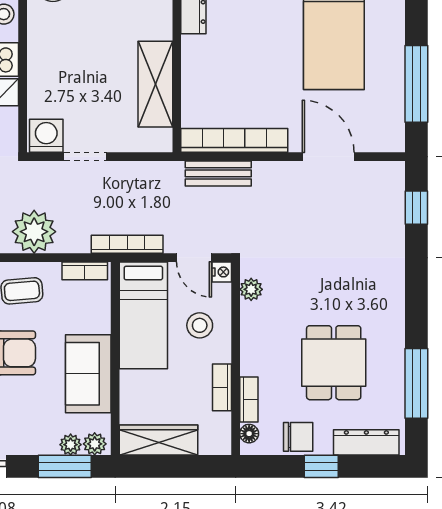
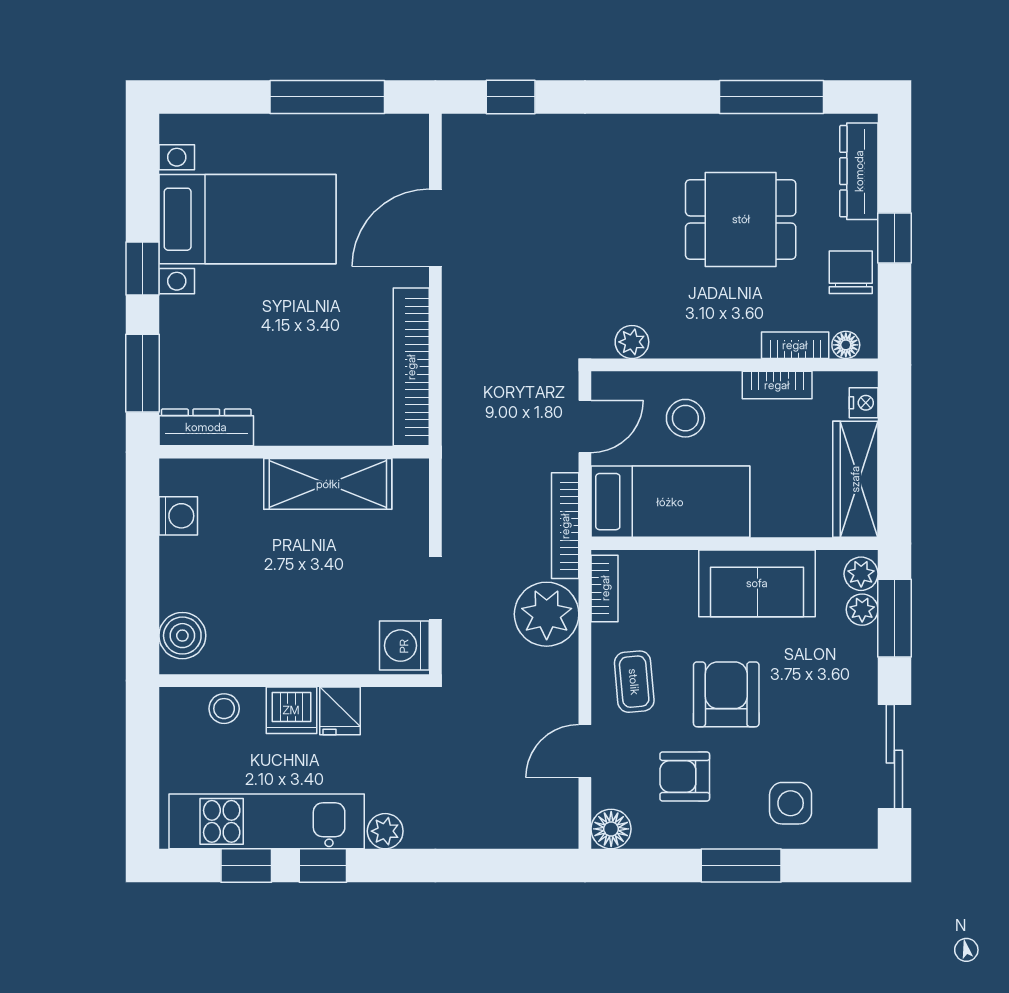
bench: (218, 173) -> (460, 391), removed
plant: (34, 232) -> (547, 614), moved
nightstand: (222, 272) -> (864, 403), moved, turned 90

